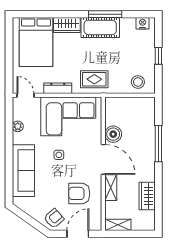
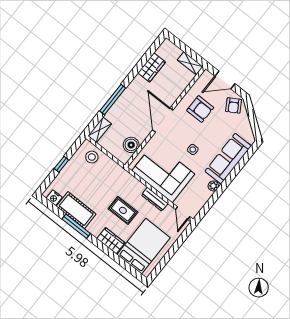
cot: (100, 27) -> (76, 210), moved
rug: (94, 79) -> (123, 210), moved
plant: (18, 126) -> (213, 186), moved
boiler: (113, 134) -> (131, 145), moved
shelving: (111, 188) -> (100, 130), moved
armchair: (54, 218) -> (234, 106), turned -80

